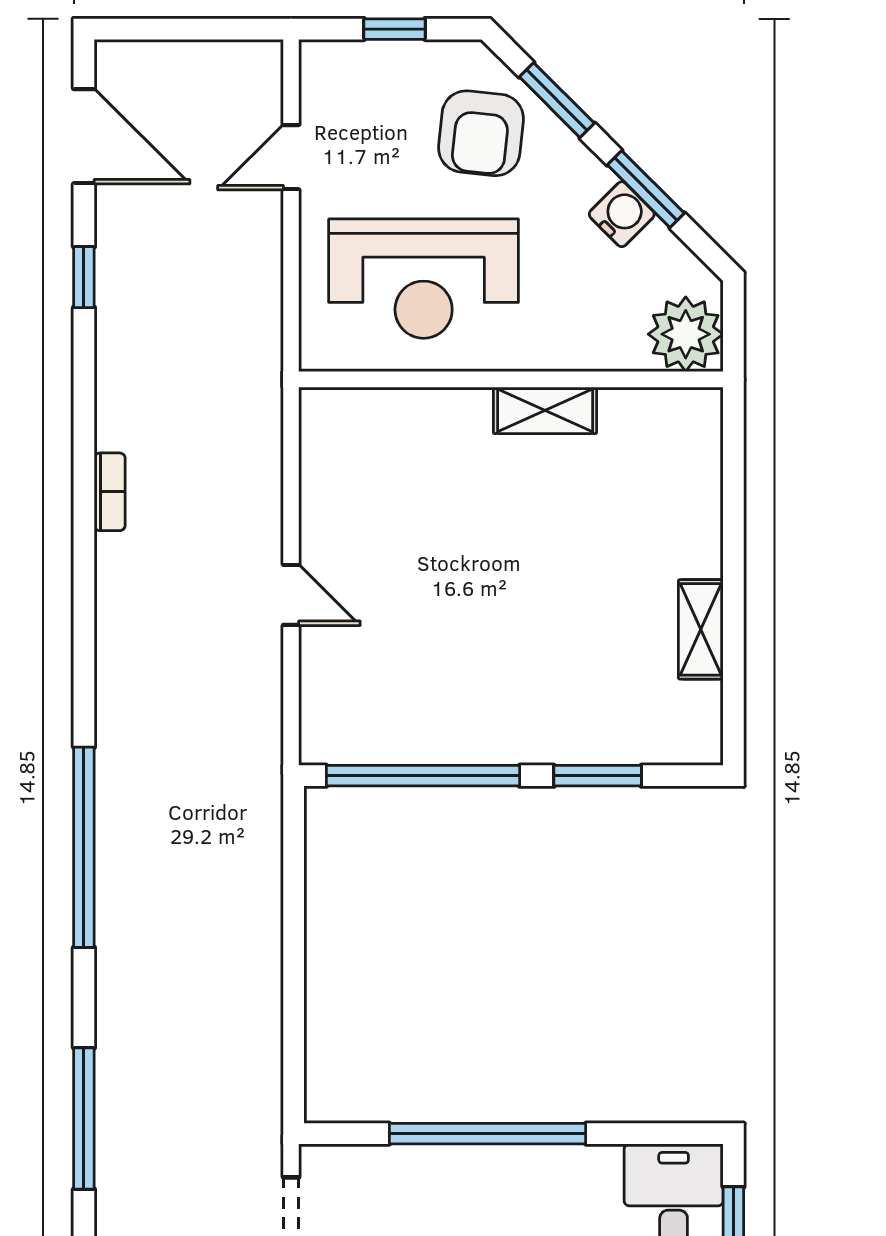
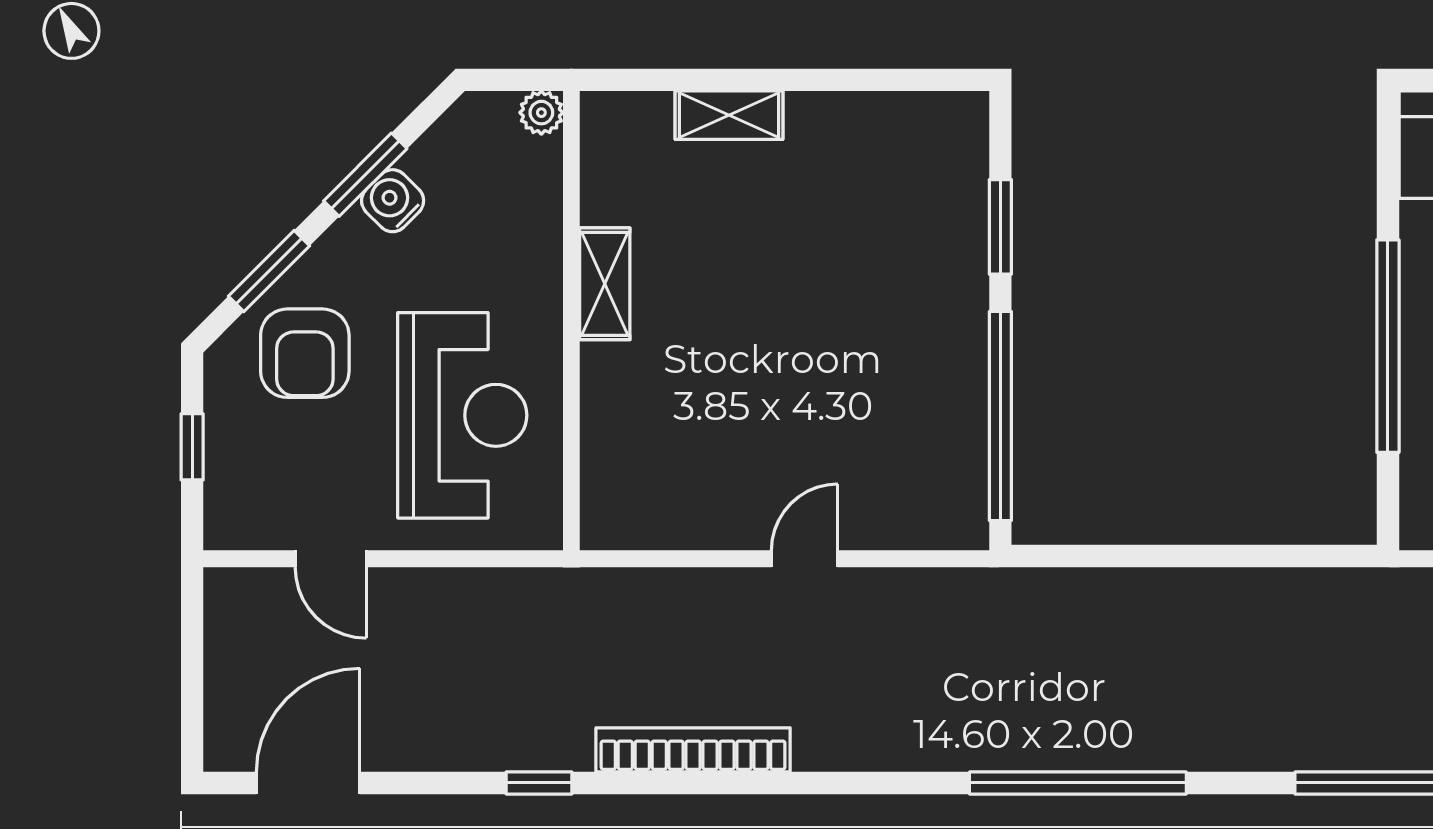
armchair: (481, 133) -> (305, 353), turned 84
window: (84, 277) -> (539, 783), moved
plant: (686, 334) -> (541, 113), width x0.53, depth x0.53
bookcase: (110, 492) -> (693, 750), width x2.31, depth x1.31
shelving: (701, 629) -> (729, 115), moved

